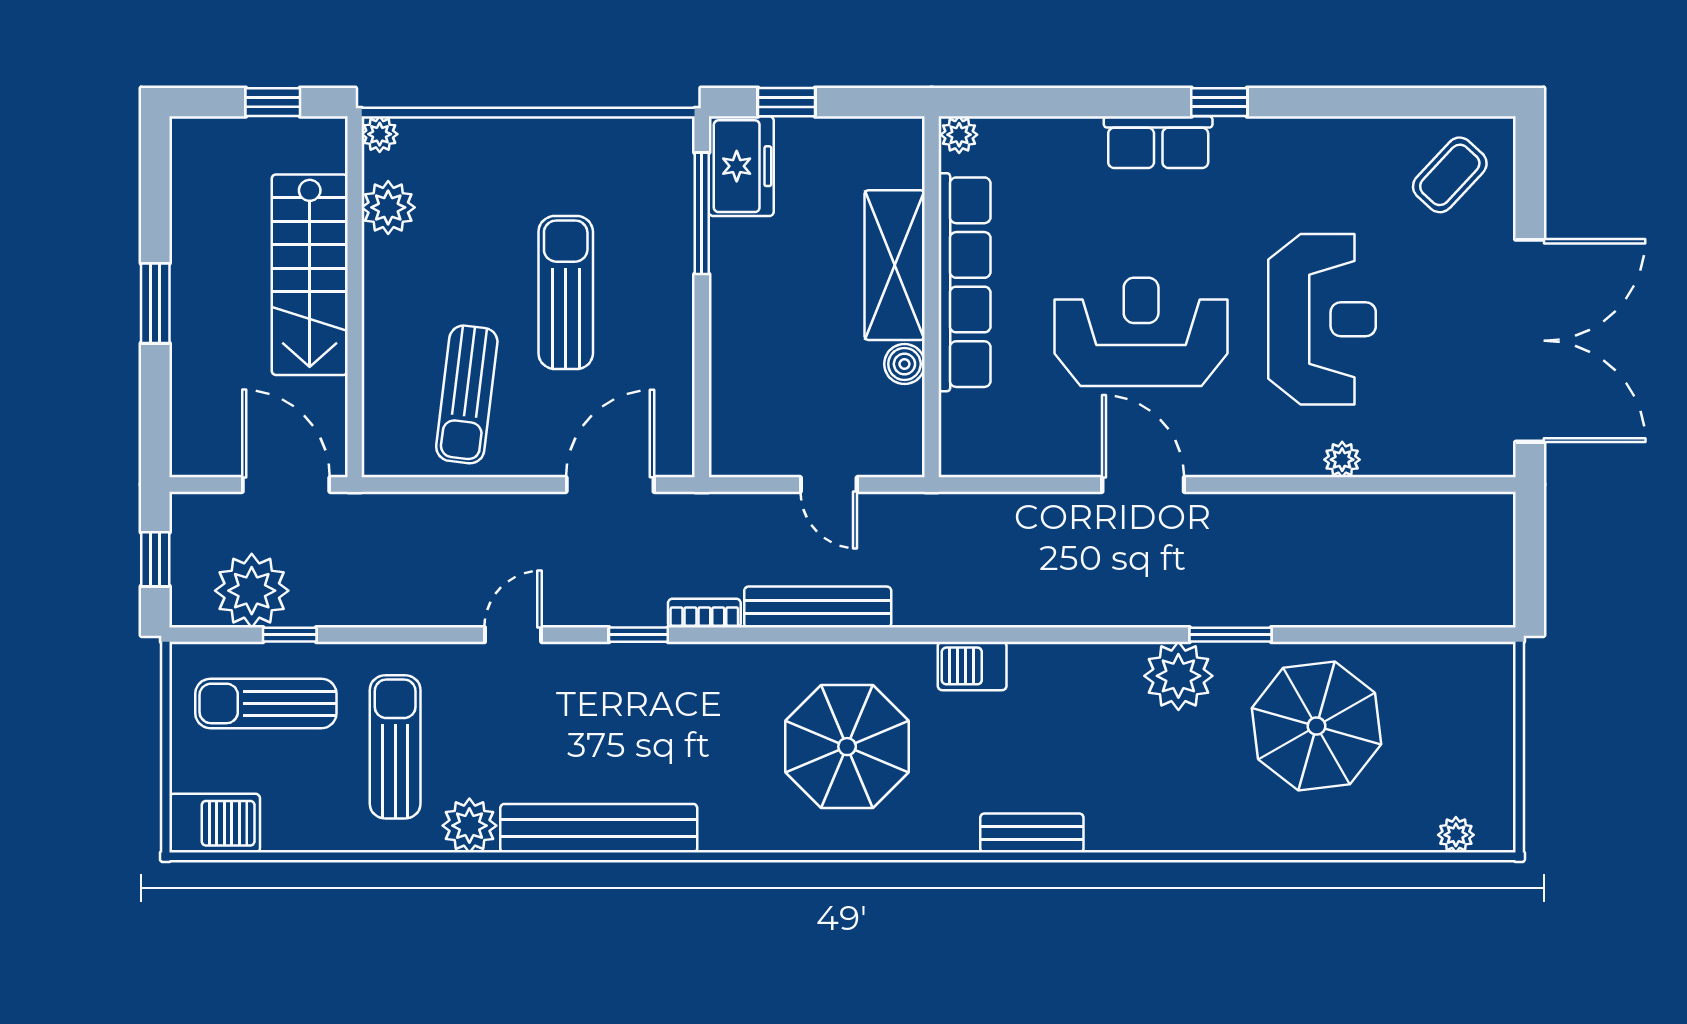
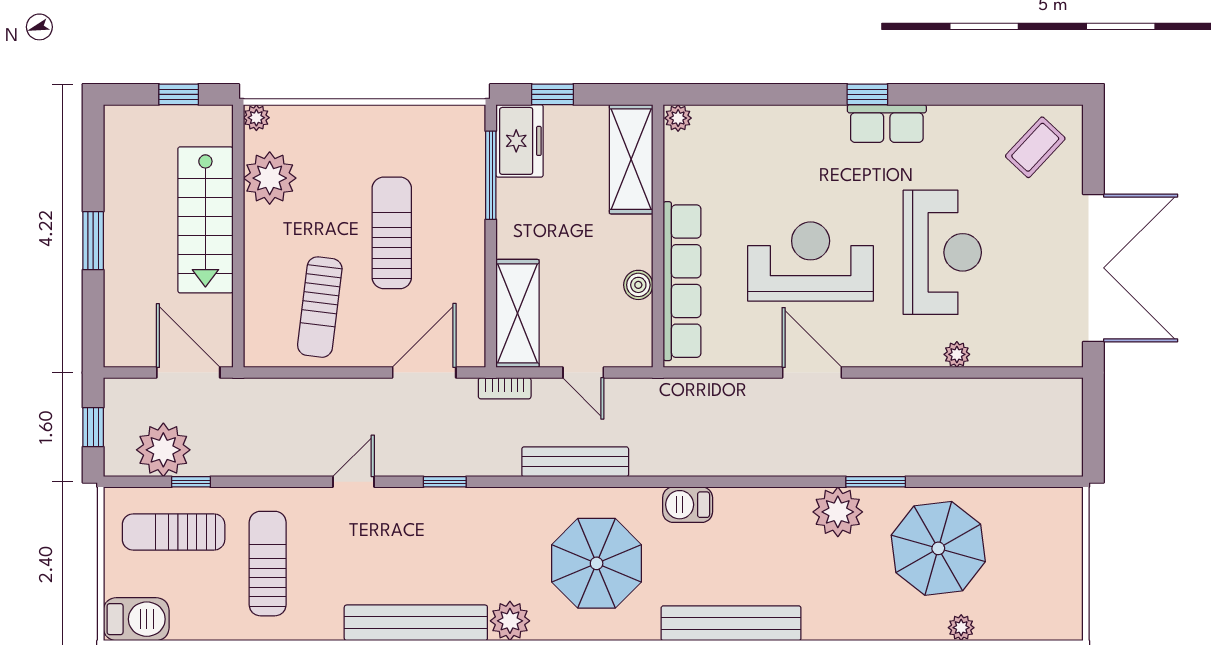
row of seats: (1158, 142) -> (887, 123), moved
plant: (388, 207) -> (270, 178), width x1.36, depth x1.36
shelving: (895, 265) -> (631, 159), moved
row of seats: (965, 282) -> (682, 281), moved
shelving: (738, 403) -> (517, 313), added
bookcase: (704, 613) -> (505, 388), moved, turned 180
plant: (469, 826) -> (510, 621), moved
bench: (1032, 833) -> (731, 623), width x1.86, depth x1.21
plant: (1456, 835) -> (961, 628), moved

